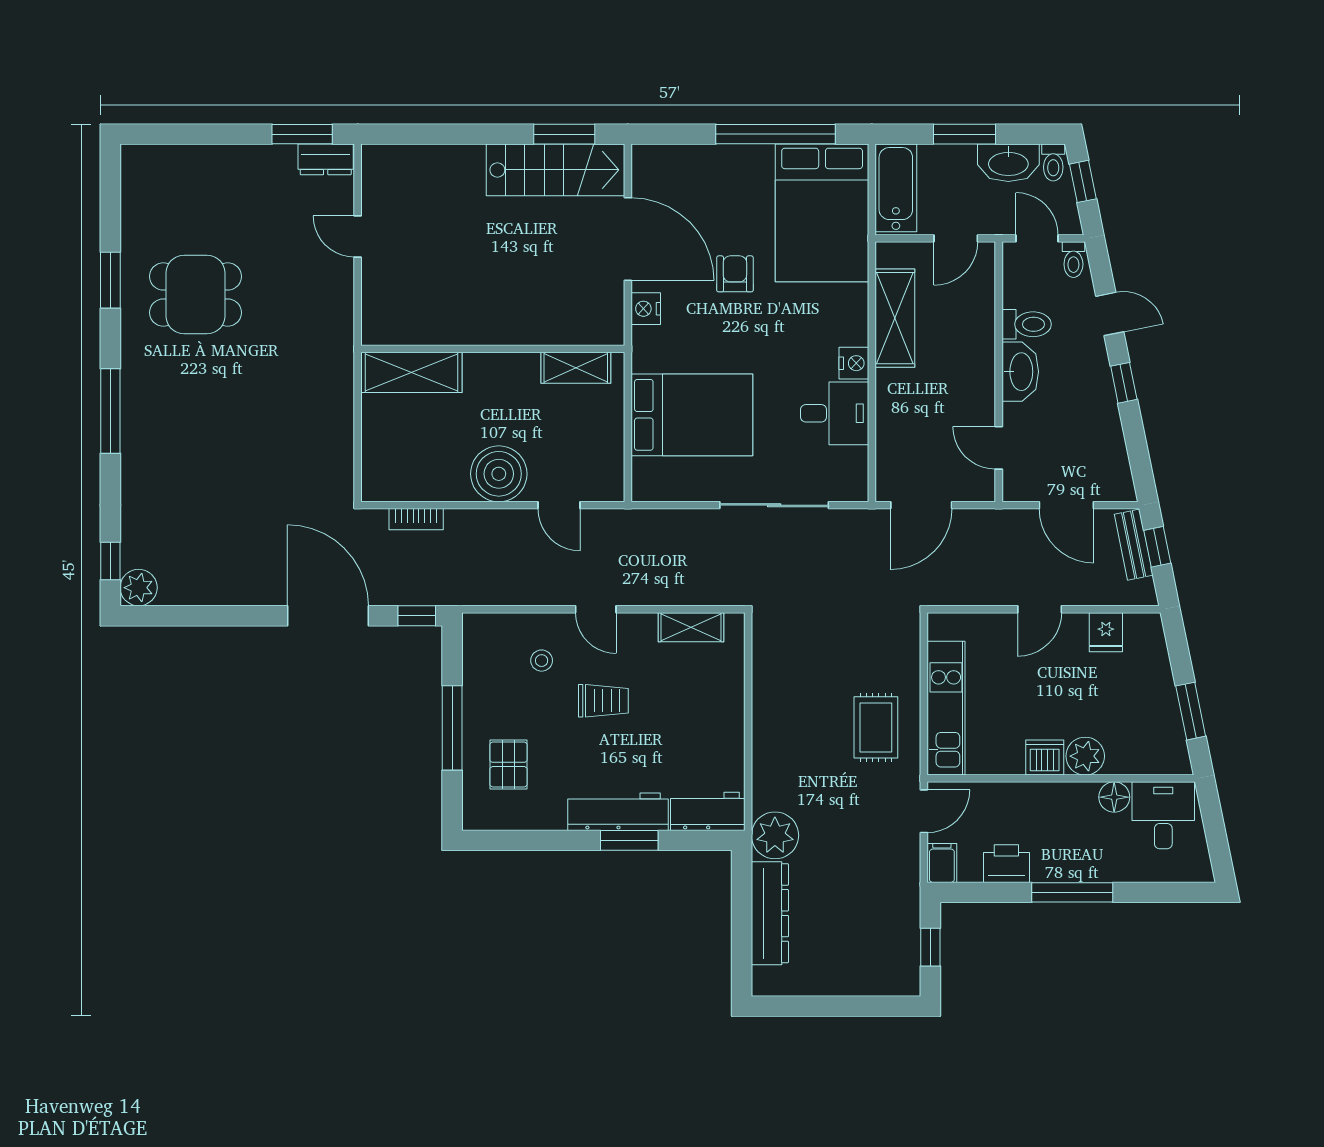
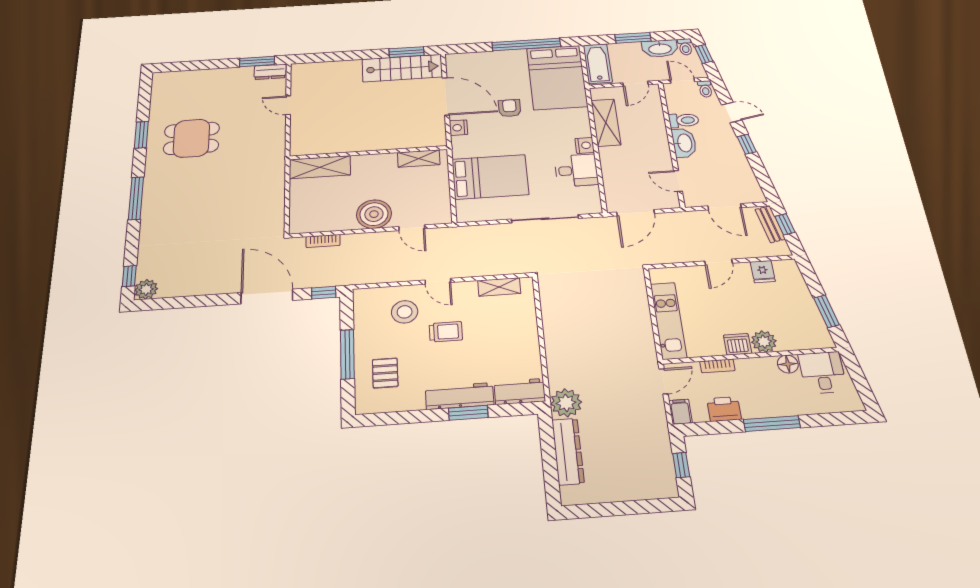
stool: (542, 661) -> (405, 312), width x1.89, depth x1.89
rug: (876, 727) -> (625, 335), removed
bookcase: (1008, 792) -> (717, 366), added

